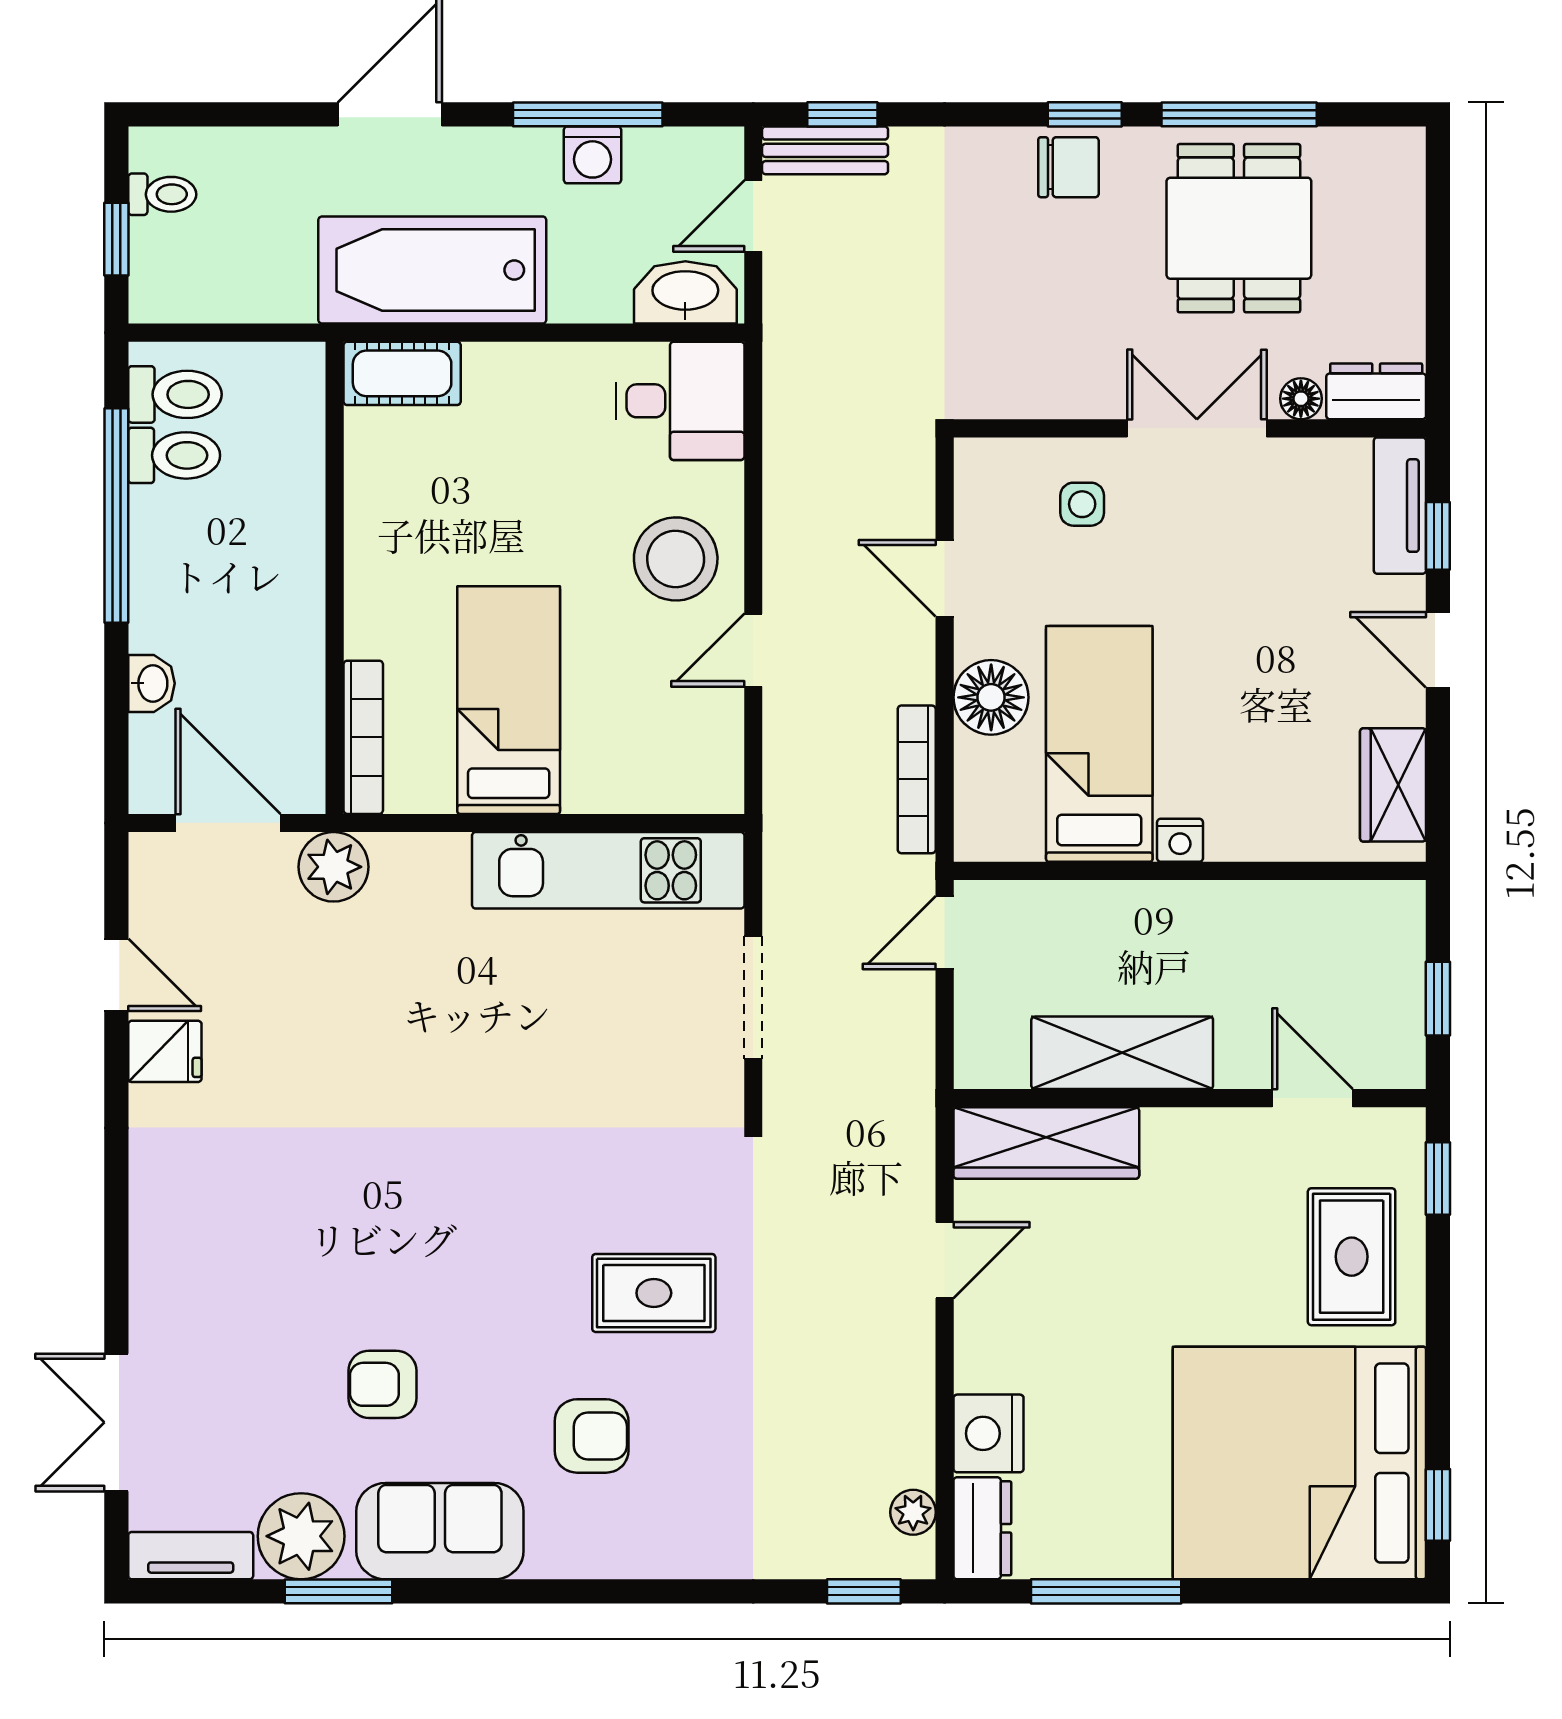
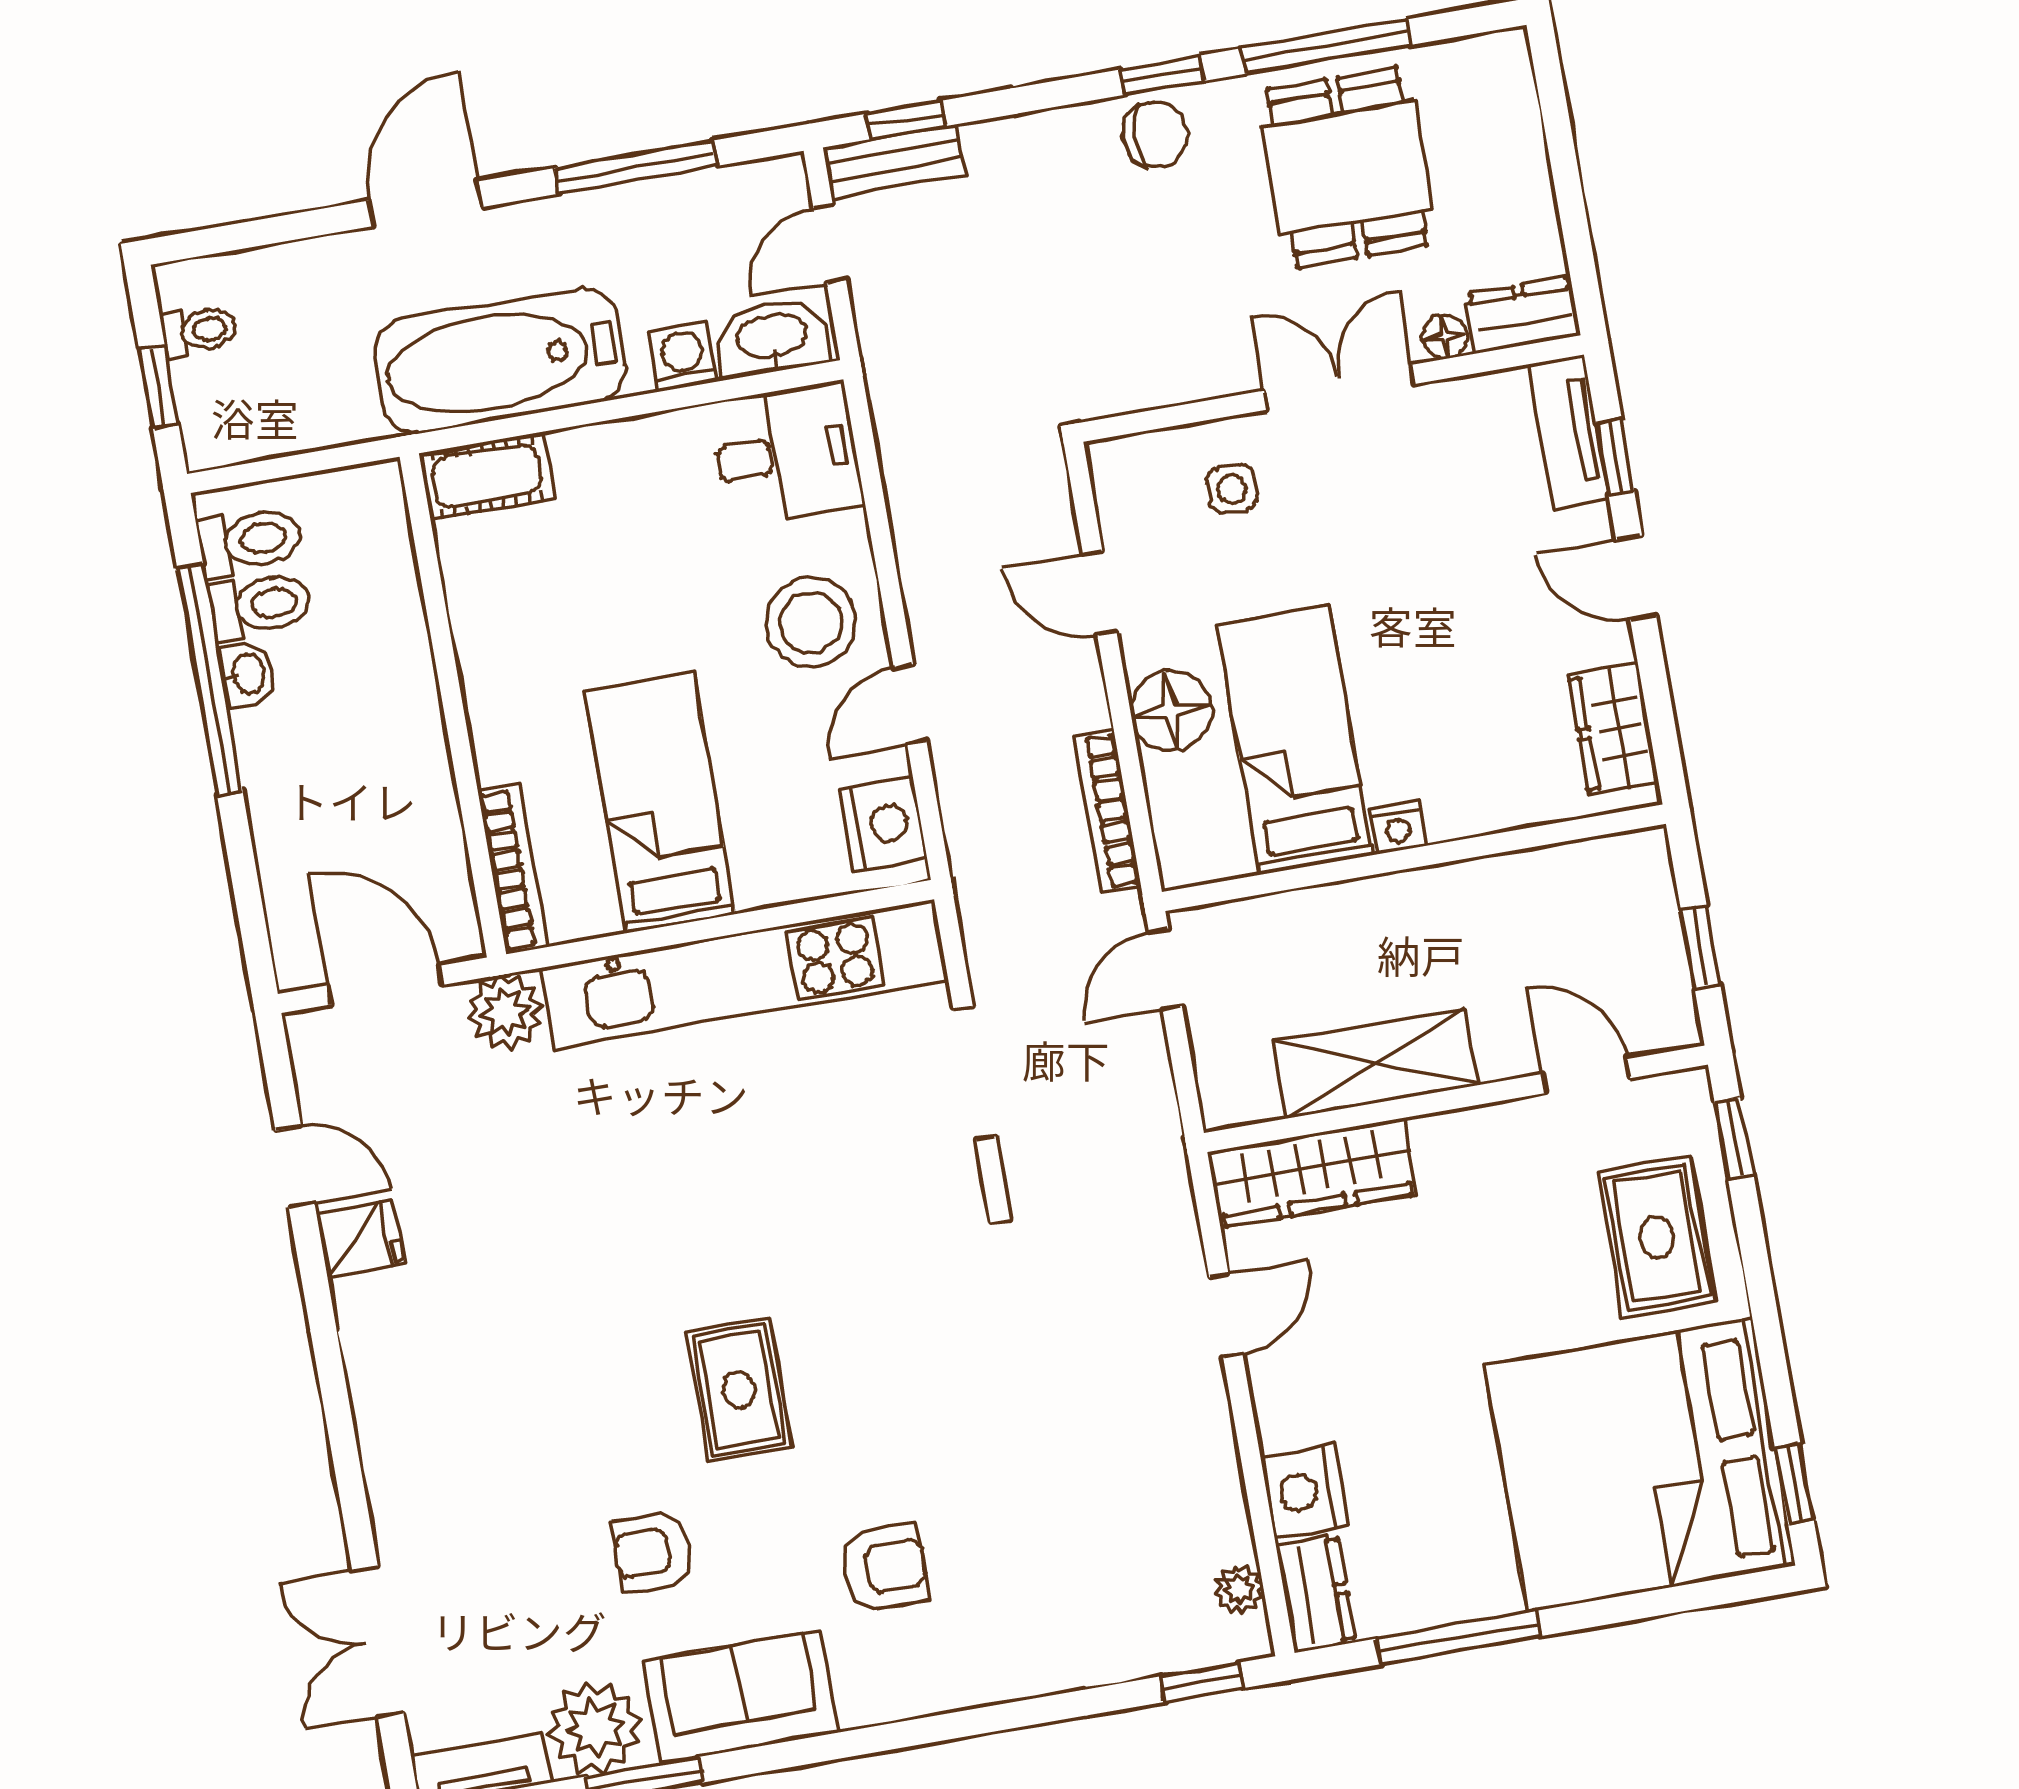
washing machine: (592, 155) -> (683, 356), moved, turned 180
washbasin: (151, 683) -> (247, 674), moved
nightstand: (709, 755) -> (883, 824), added
kitchen unit: (608, 870) -> (745, 974), width x1.36
rug: (654, 1293) -> (739, 1390), moved, turned 90

